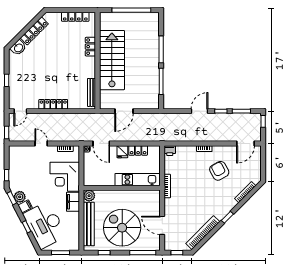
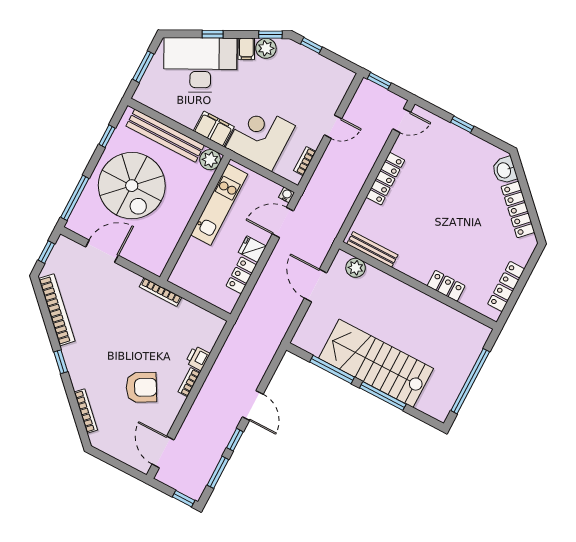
stairs: (112, 60) -> (376, 363), moved, turned 180
plant: (105, 96) -> (356, 268), added
door: (20, 111) -> (402, 121), swing flipped
printer: (170, 151) -> (198, 358), moved
kitchen unit: (138, 180) -> (219, 204), moved
spiral stairs: (122, 228) -> (132, 186), turned 90

